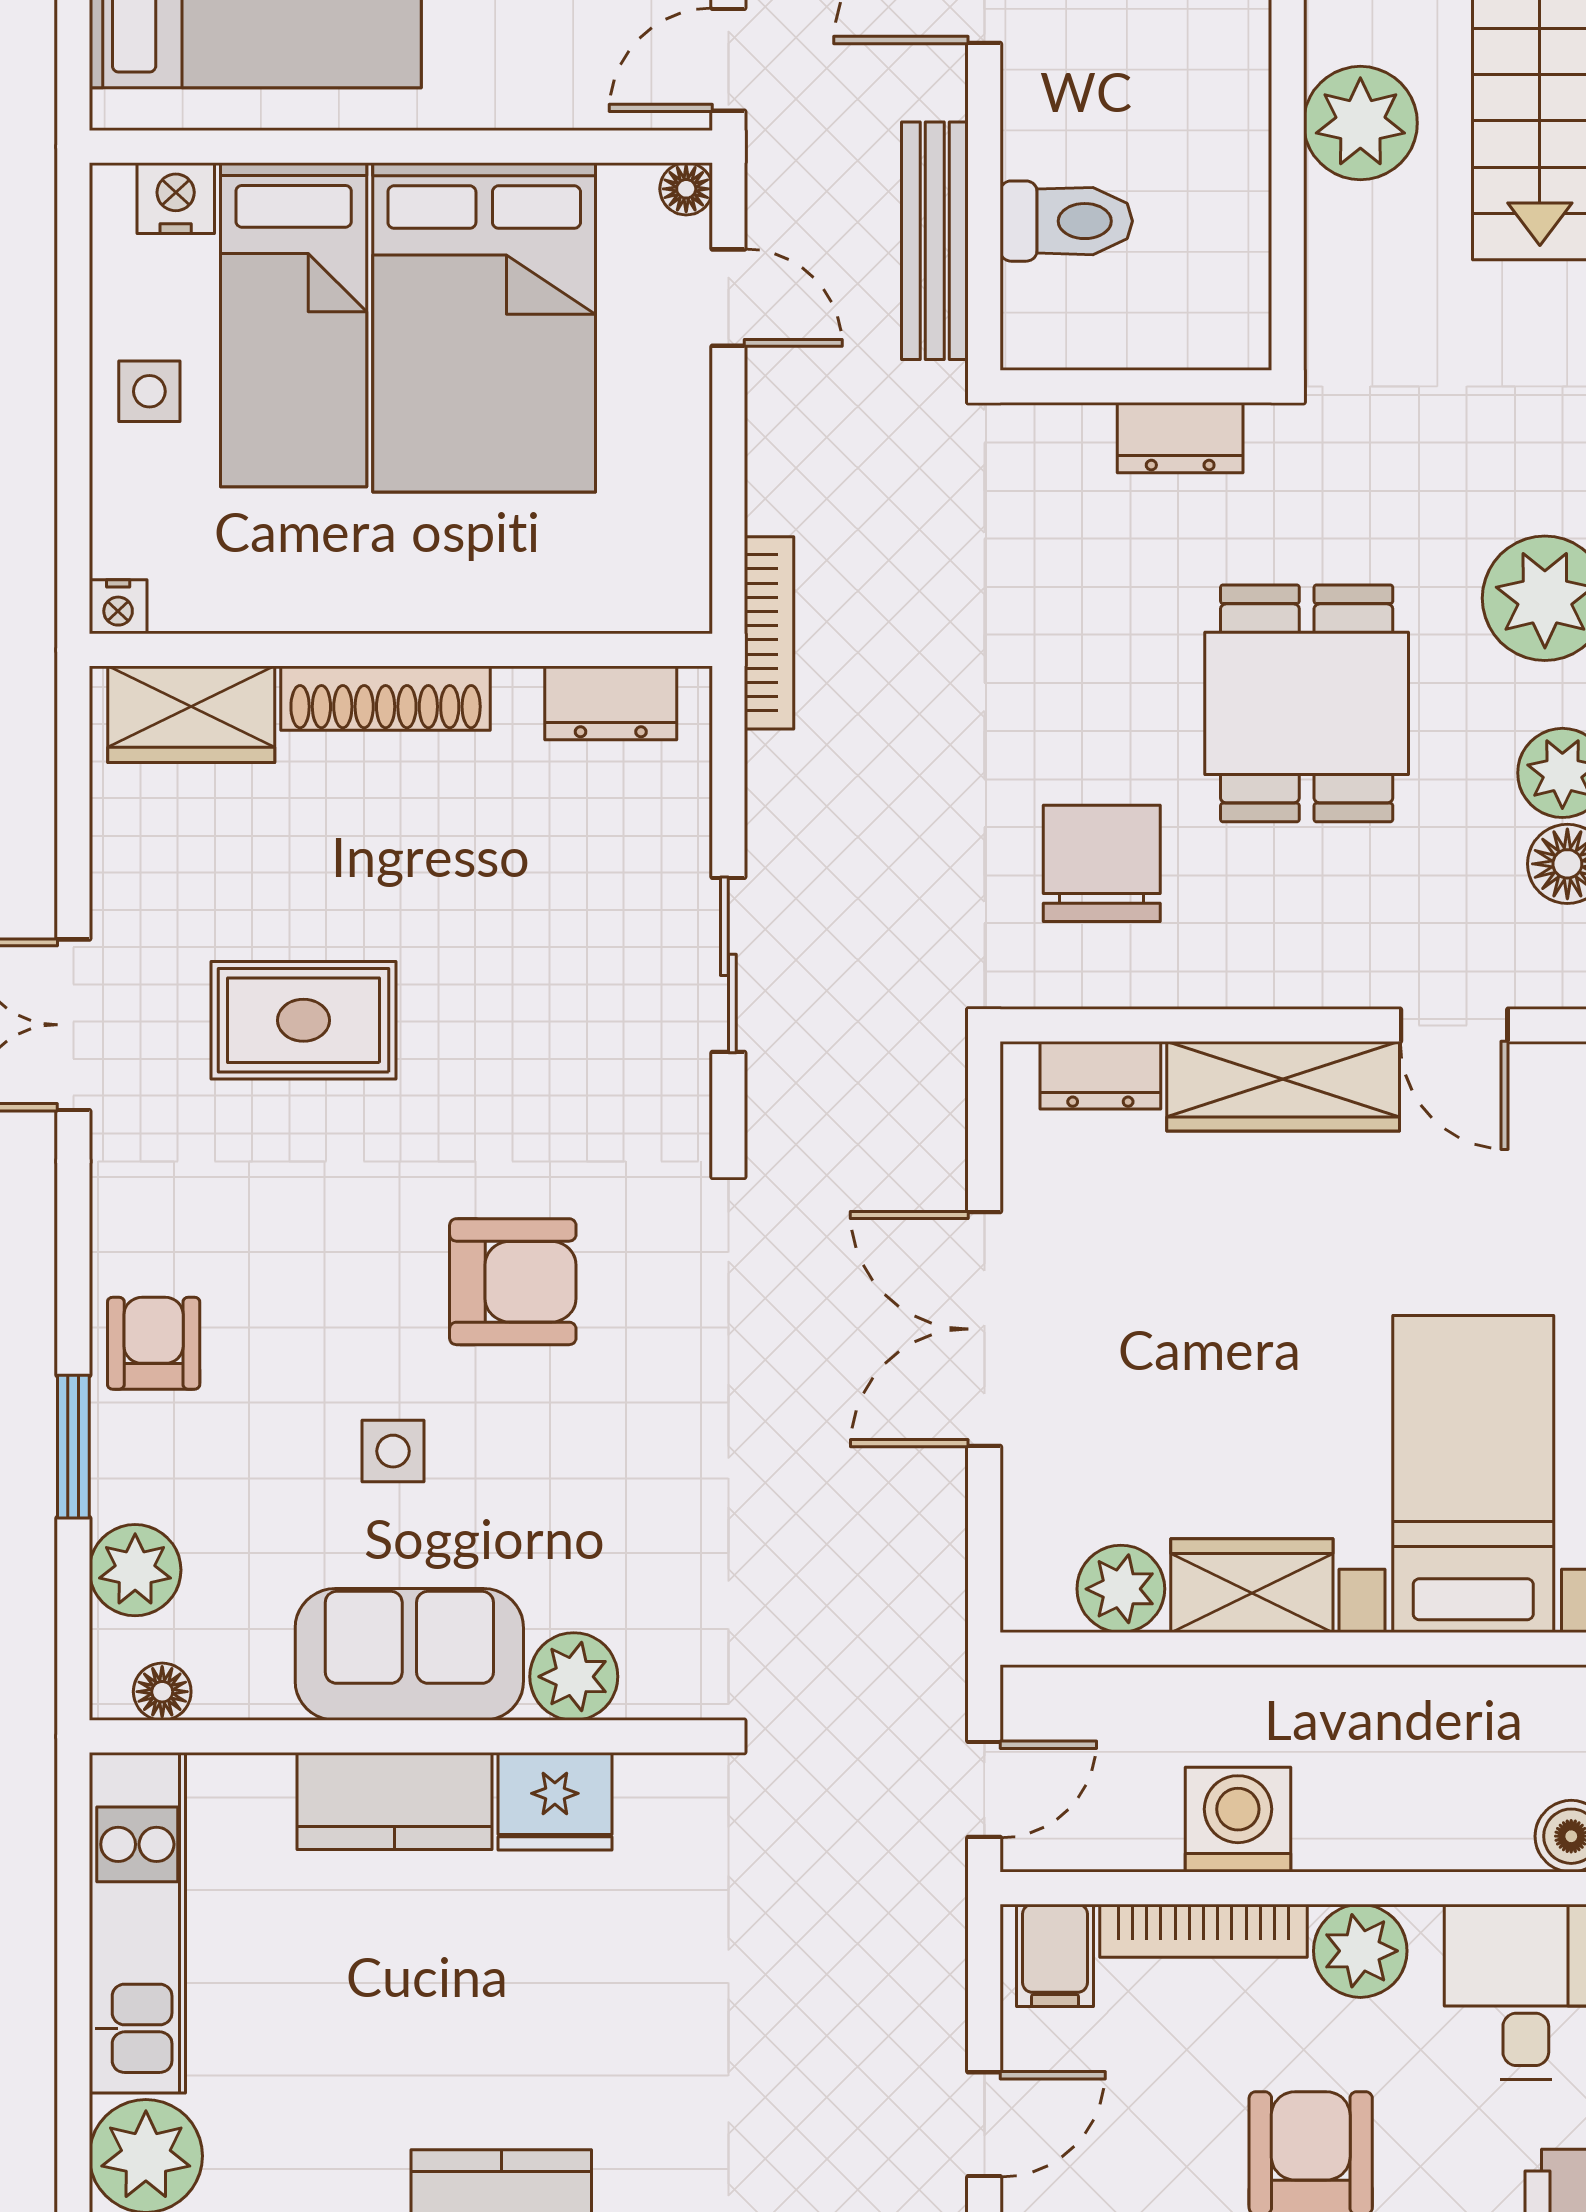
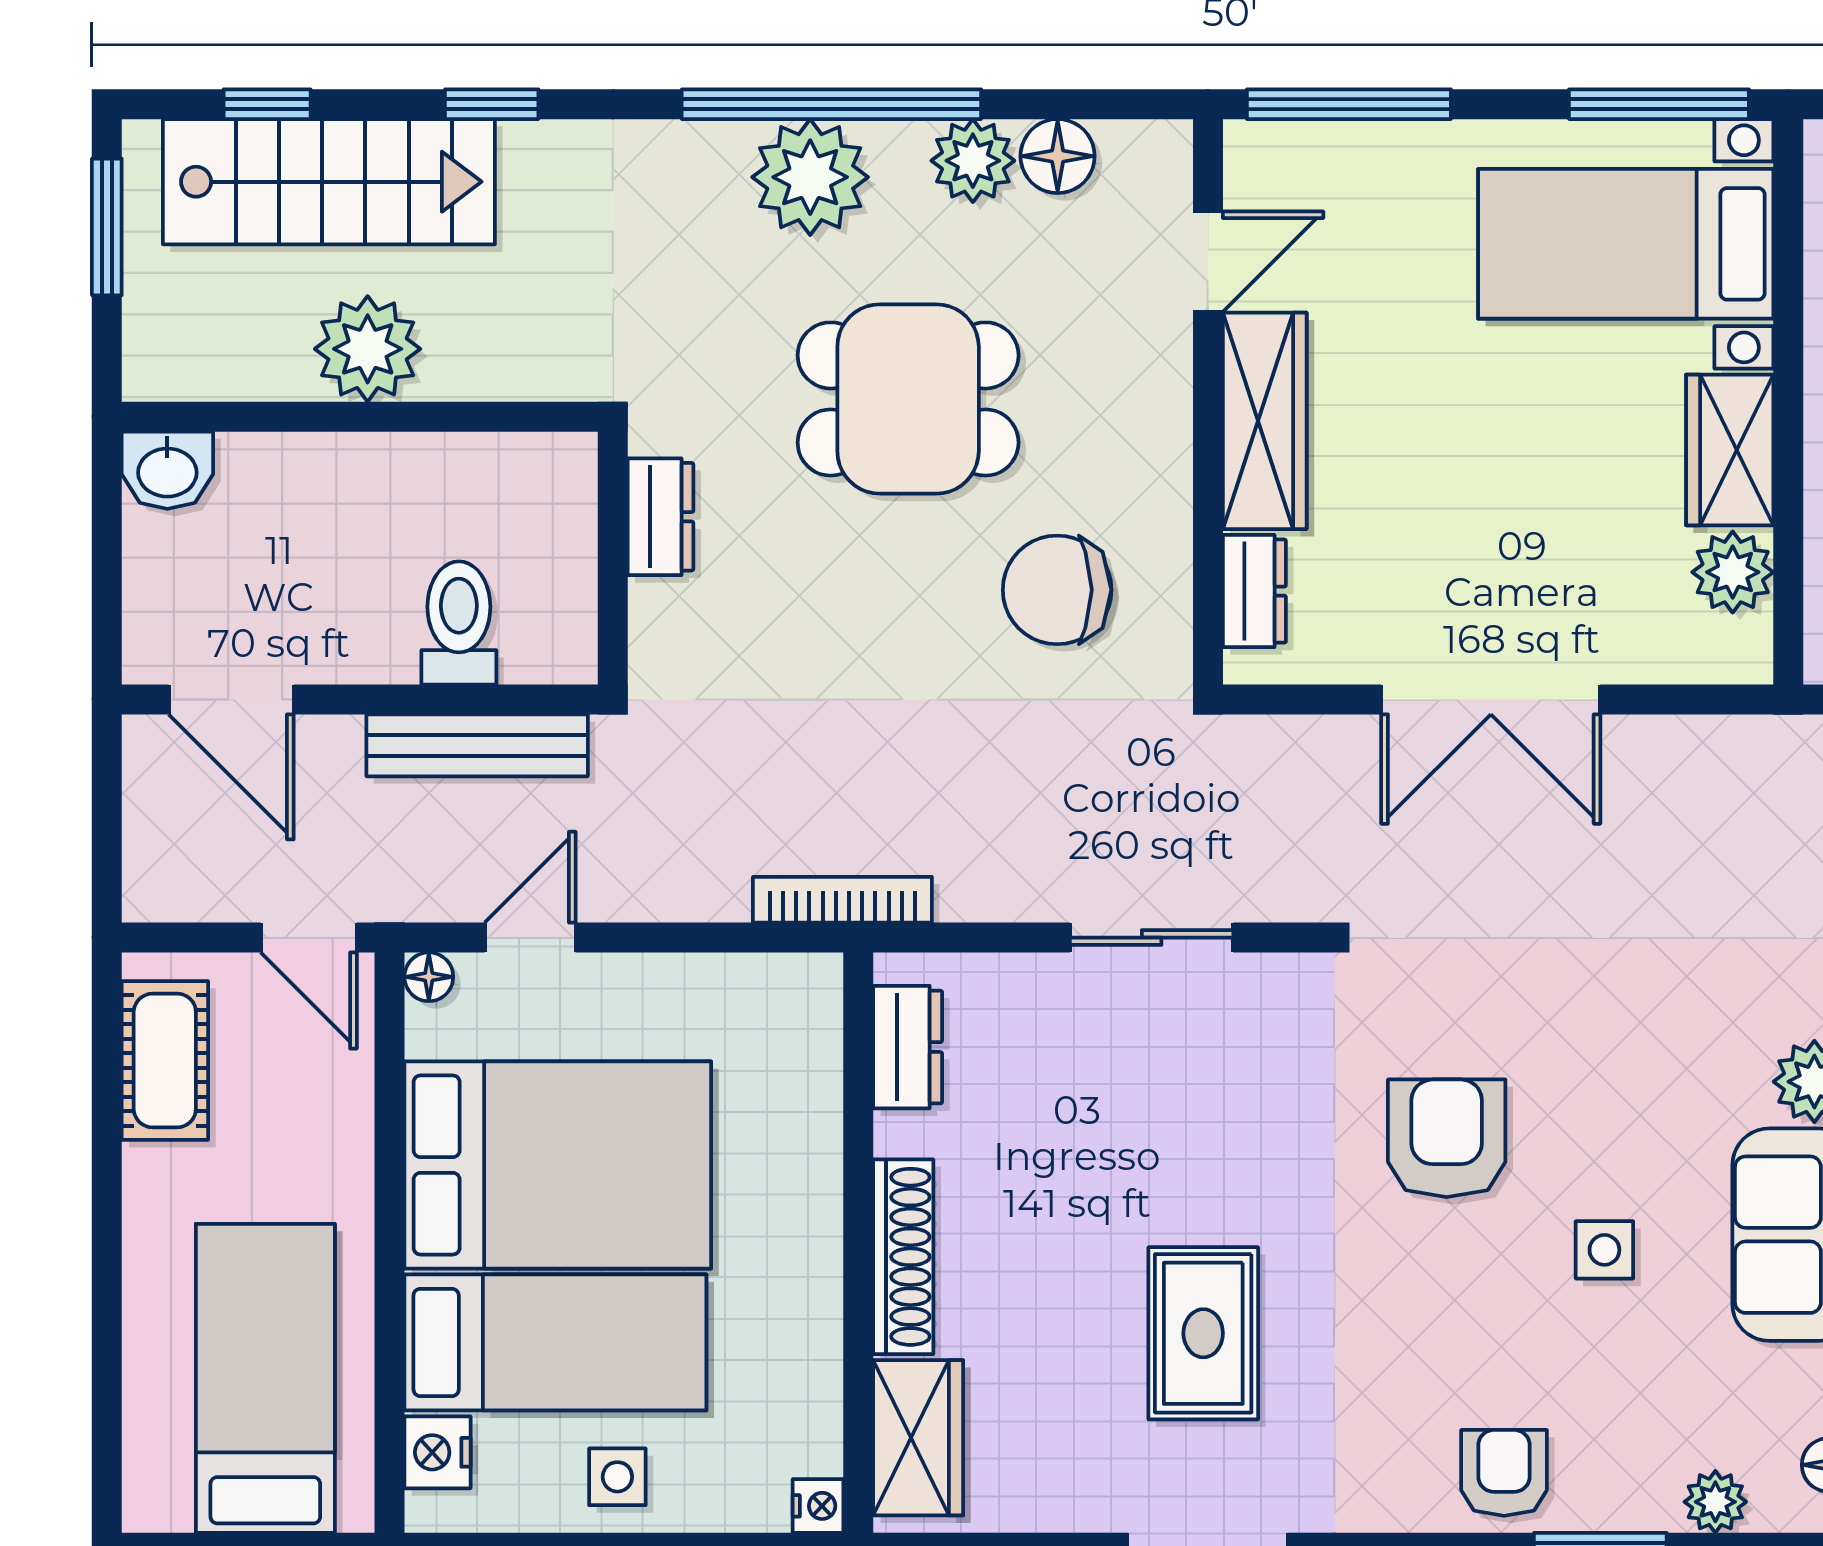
armchair: (154, 1343) -> (1504, 1473), turned 90
plant: (135, 1570) -> (1715, 1502), width x0.73, depth x0.73

